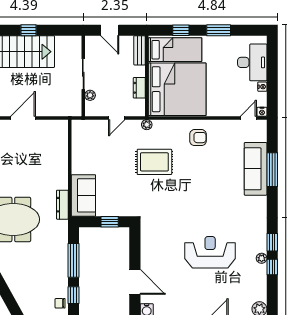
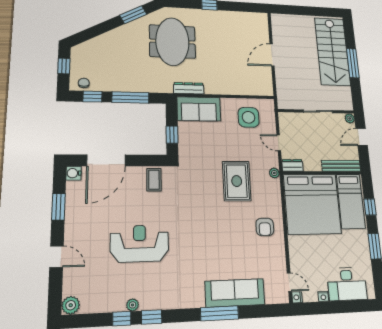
window: (29, 30) -> (353, 63), width x2.17
bench: (140, 50) -> (341, 166), width x1.36
dresser: (139, 88) -> (292, 165), moved
plant: (90, 95) -> (350, 118), moved
door: (23, 118) -> (272, 55), swing flipped
side table: (91, 147) -> (249, 117), added
window: (272, 170) -> (220, 313), moved
coffee table: (153, 239) -> (154, 180), added
reception desk: (210, 252) -> (139, 244), turned -90
door: (135, 282) -> (106, 160), width x1.36

